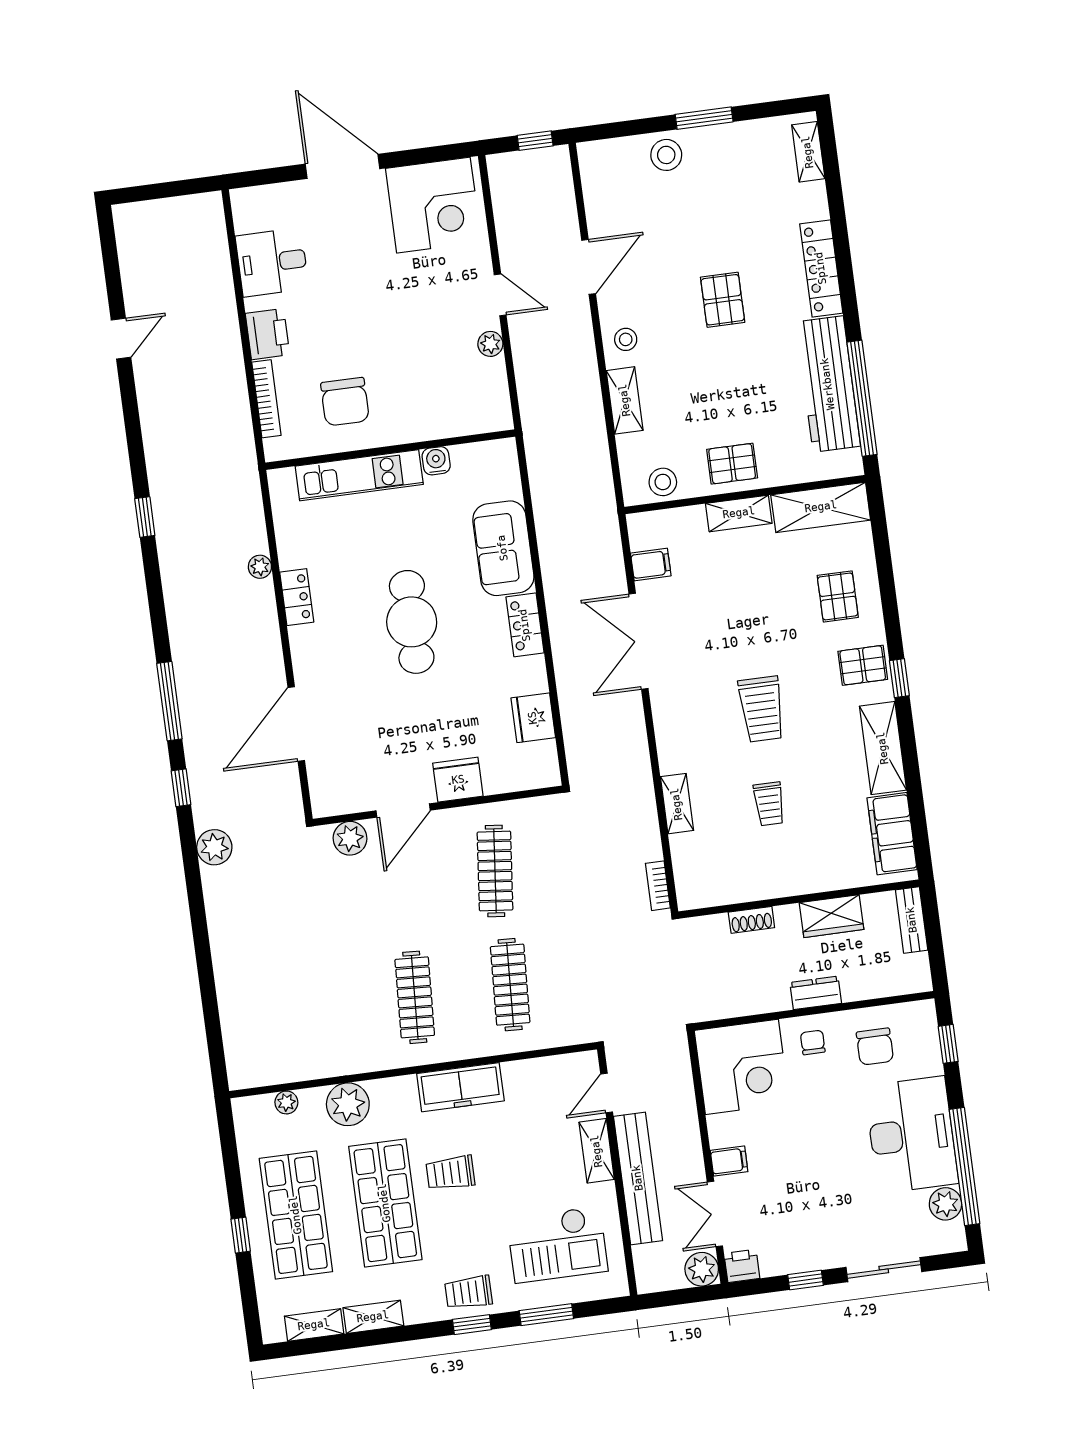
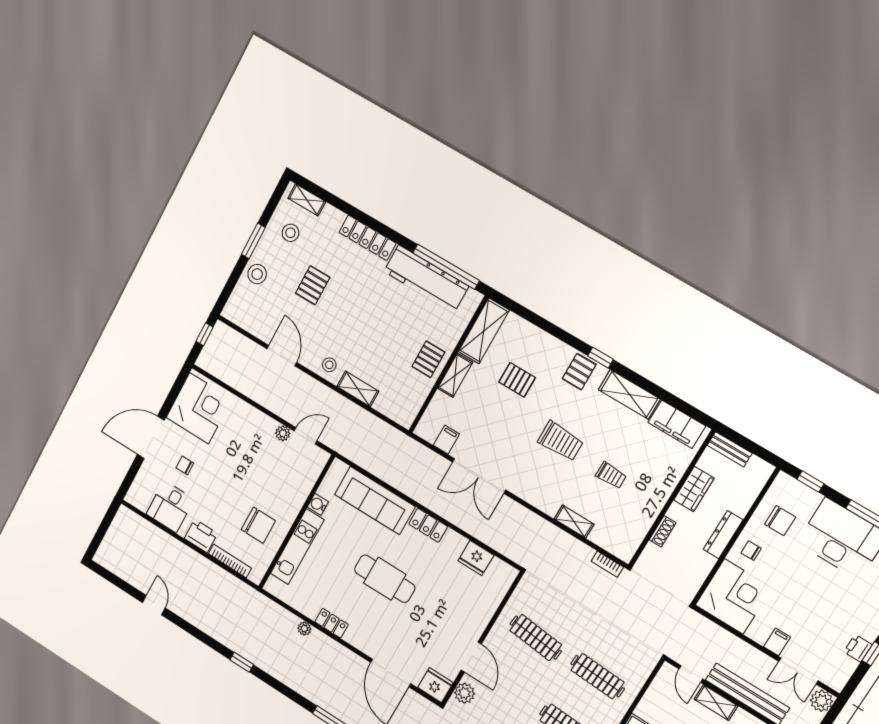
chair: (343, 242) -> (185, 465), added
door: (500, 295) -> (306, 436), moved
pallet: (723, 300) -> (313, 285), moved, turned 90
stool: (663, 482) -> (290, 233), moved
sofa: (503, 548) -> (375, 501), width x1.36
pallet: (838, 596) -> (517, 380), moved
fridge: (458, 780) -> (435, 685), moved, turned 90
dresser: (816, 993) -> (723, 535), width x1.44
printer: (742, 1266) -> (858, 648), moved

